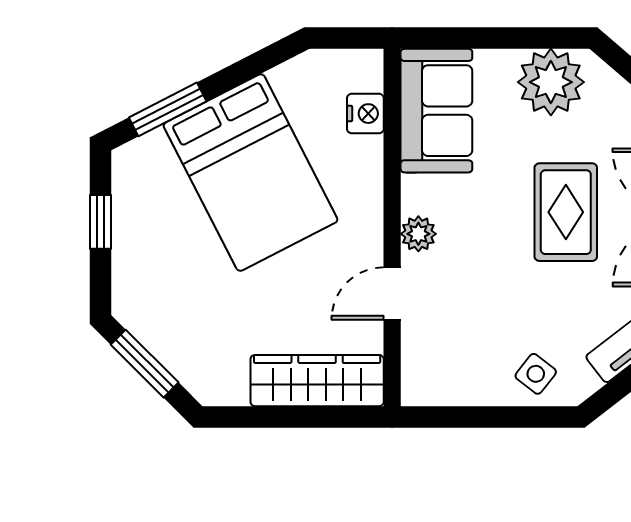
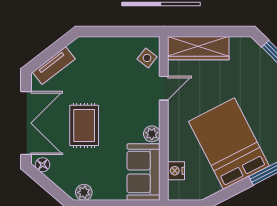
plant: (551, 82) -> (84, 192), width x0.53, depth x0.53
plant: (418, 234) -> (152, 134), moved
side table: (536, 374) -> (147, 58), moved

